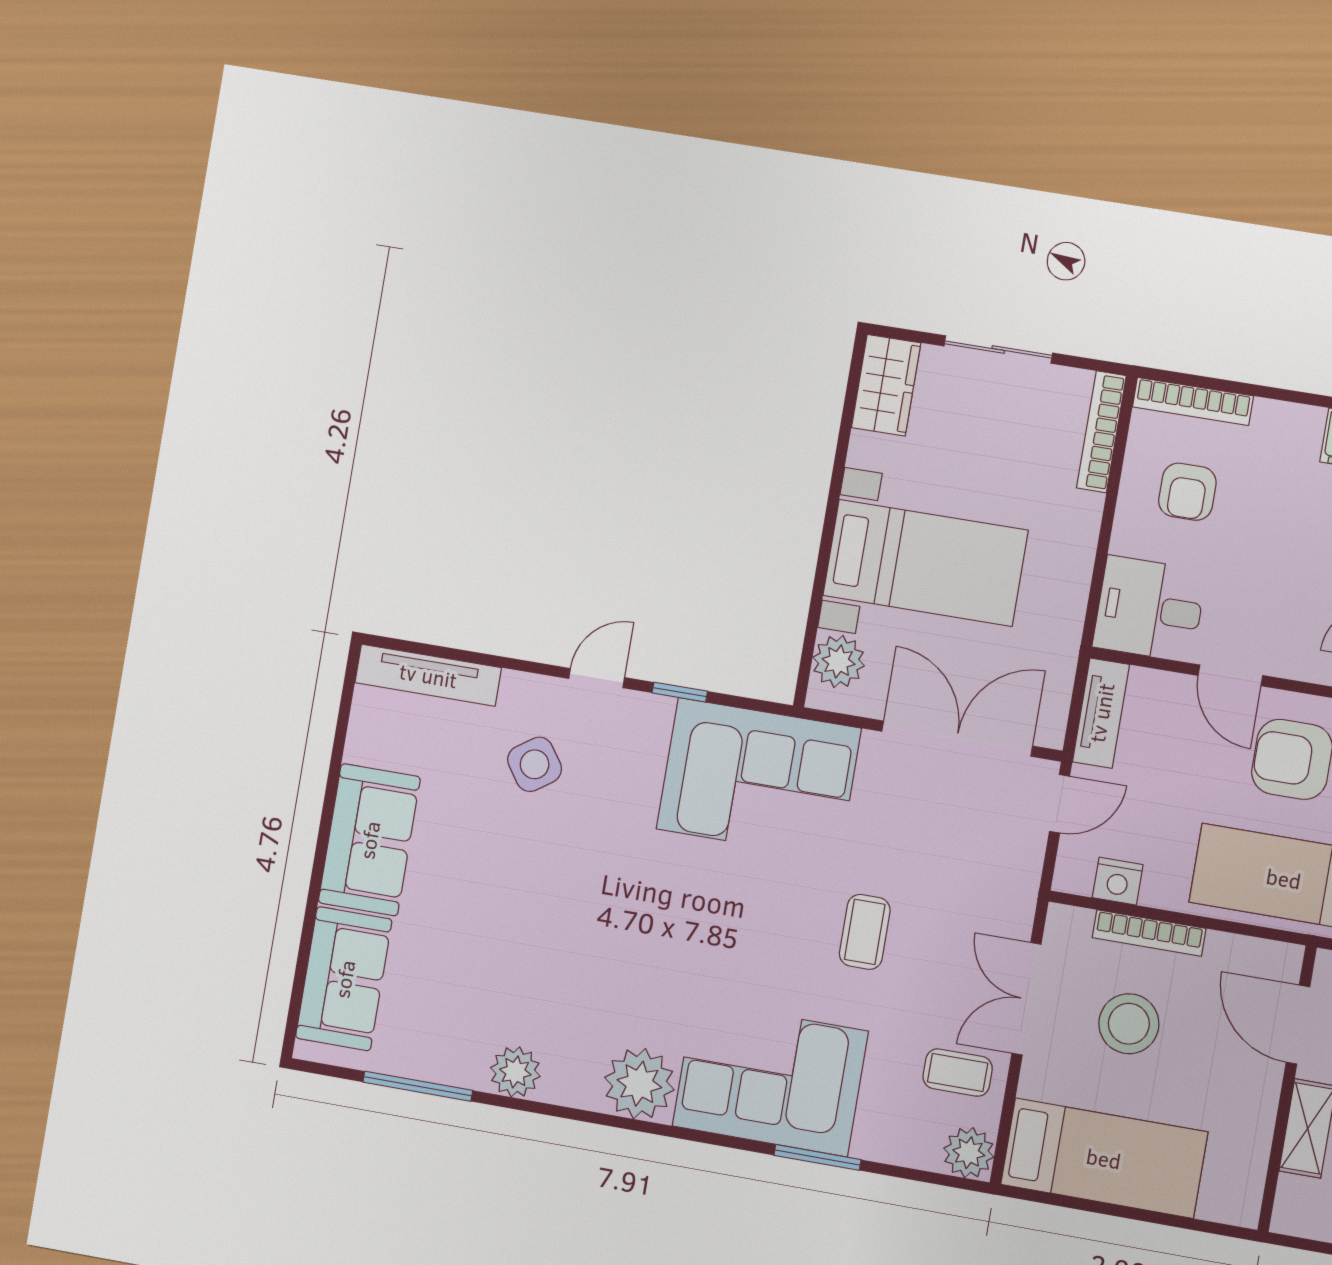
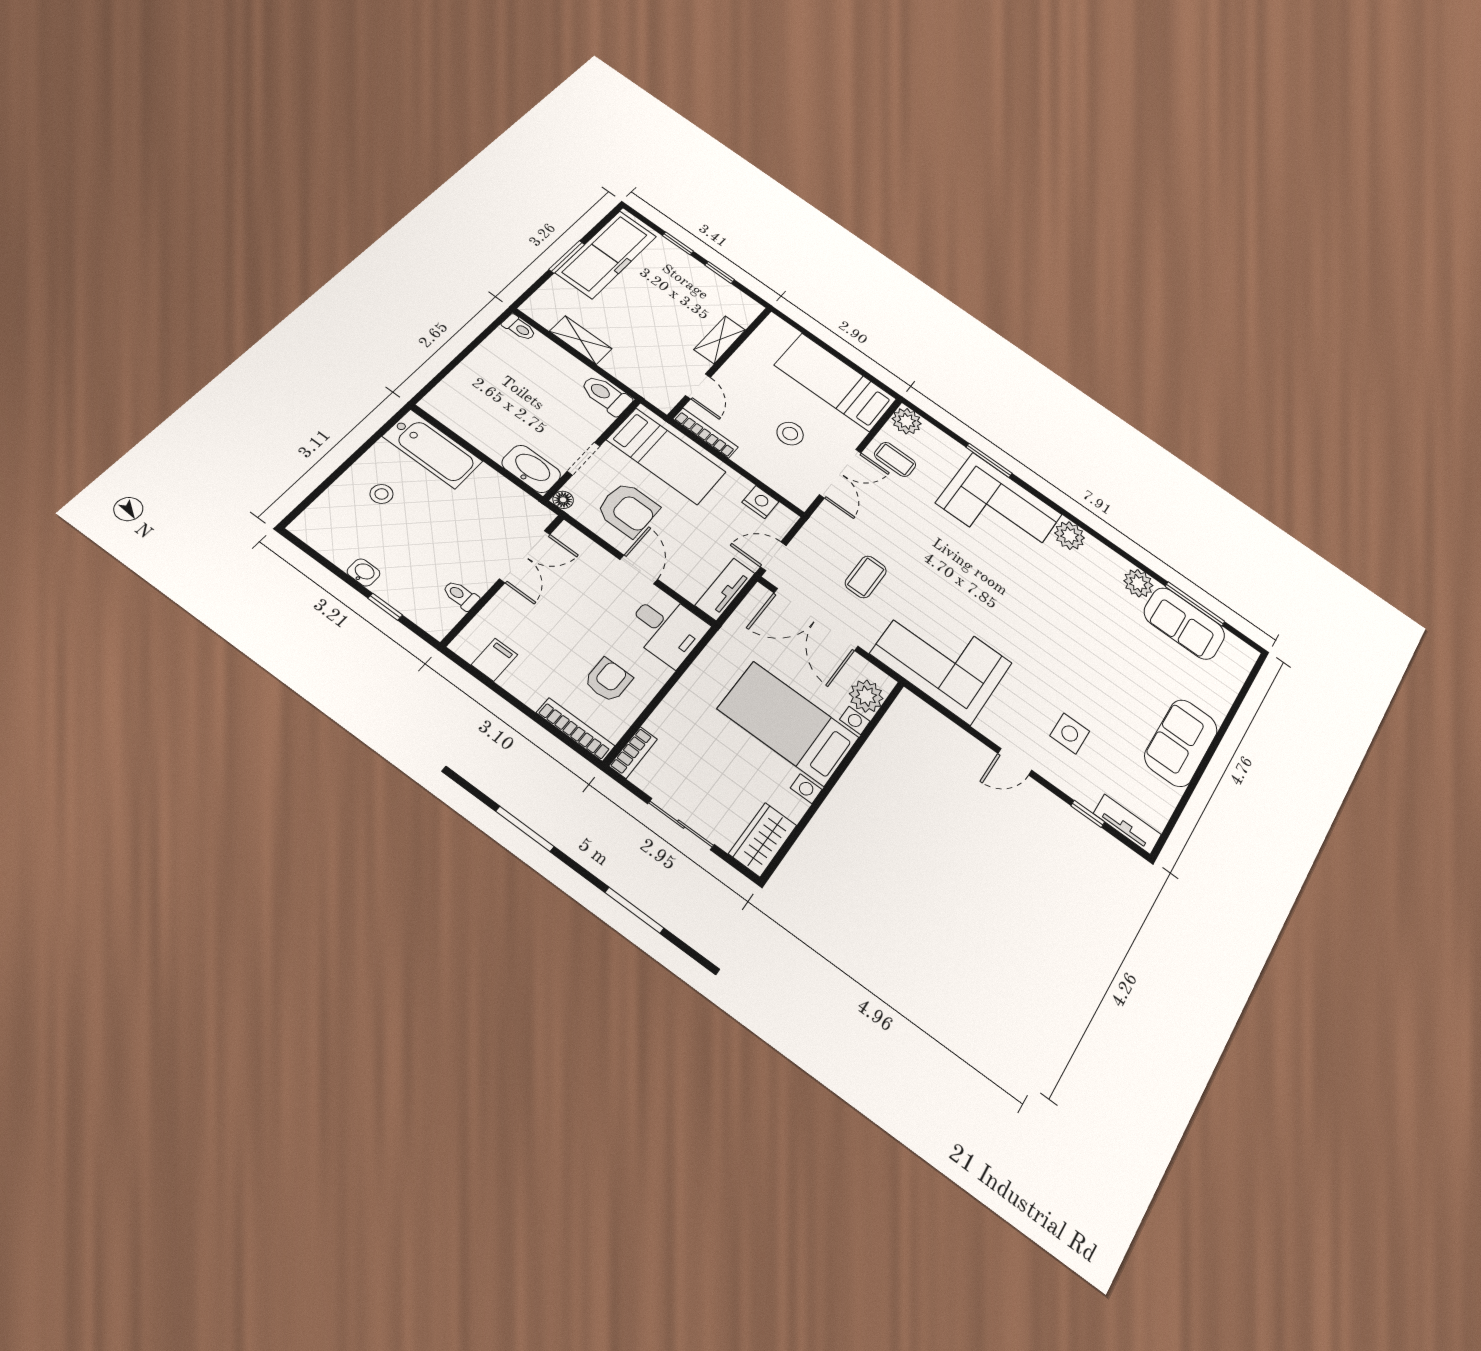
bookcase: (1101, 432) -> (633, 753), width x0.64
tv unit: (428, 675) -> (1127, 824), width x0.71
window: (680, 692) -> (1088, 814), moved
side table: (535, 764) -> (1070, 733), turned 35
coffee table: (865, 932) -> (866, 577), moved
bookcase: (1149, 933) -> (706, 433), moved
sofa: (344, 979) -> (1184, 623), moved, turned -90
stool: (1129, 1024) -> (790, 434), width x0.73, depth x0.73
door: (1298, 1024) -> (698, 386), width x0.73
plant: (639, 1084) -> (1070, 536), width x0.73, depth x0.73

